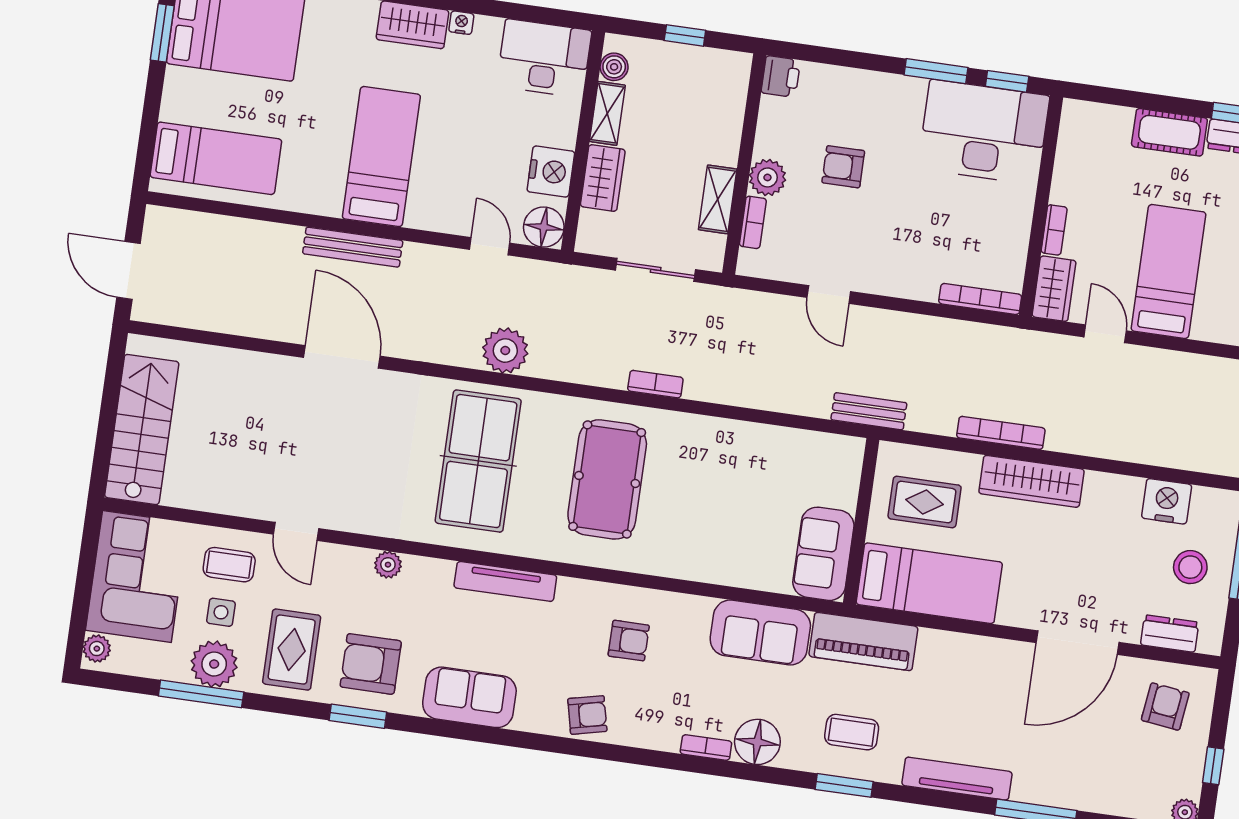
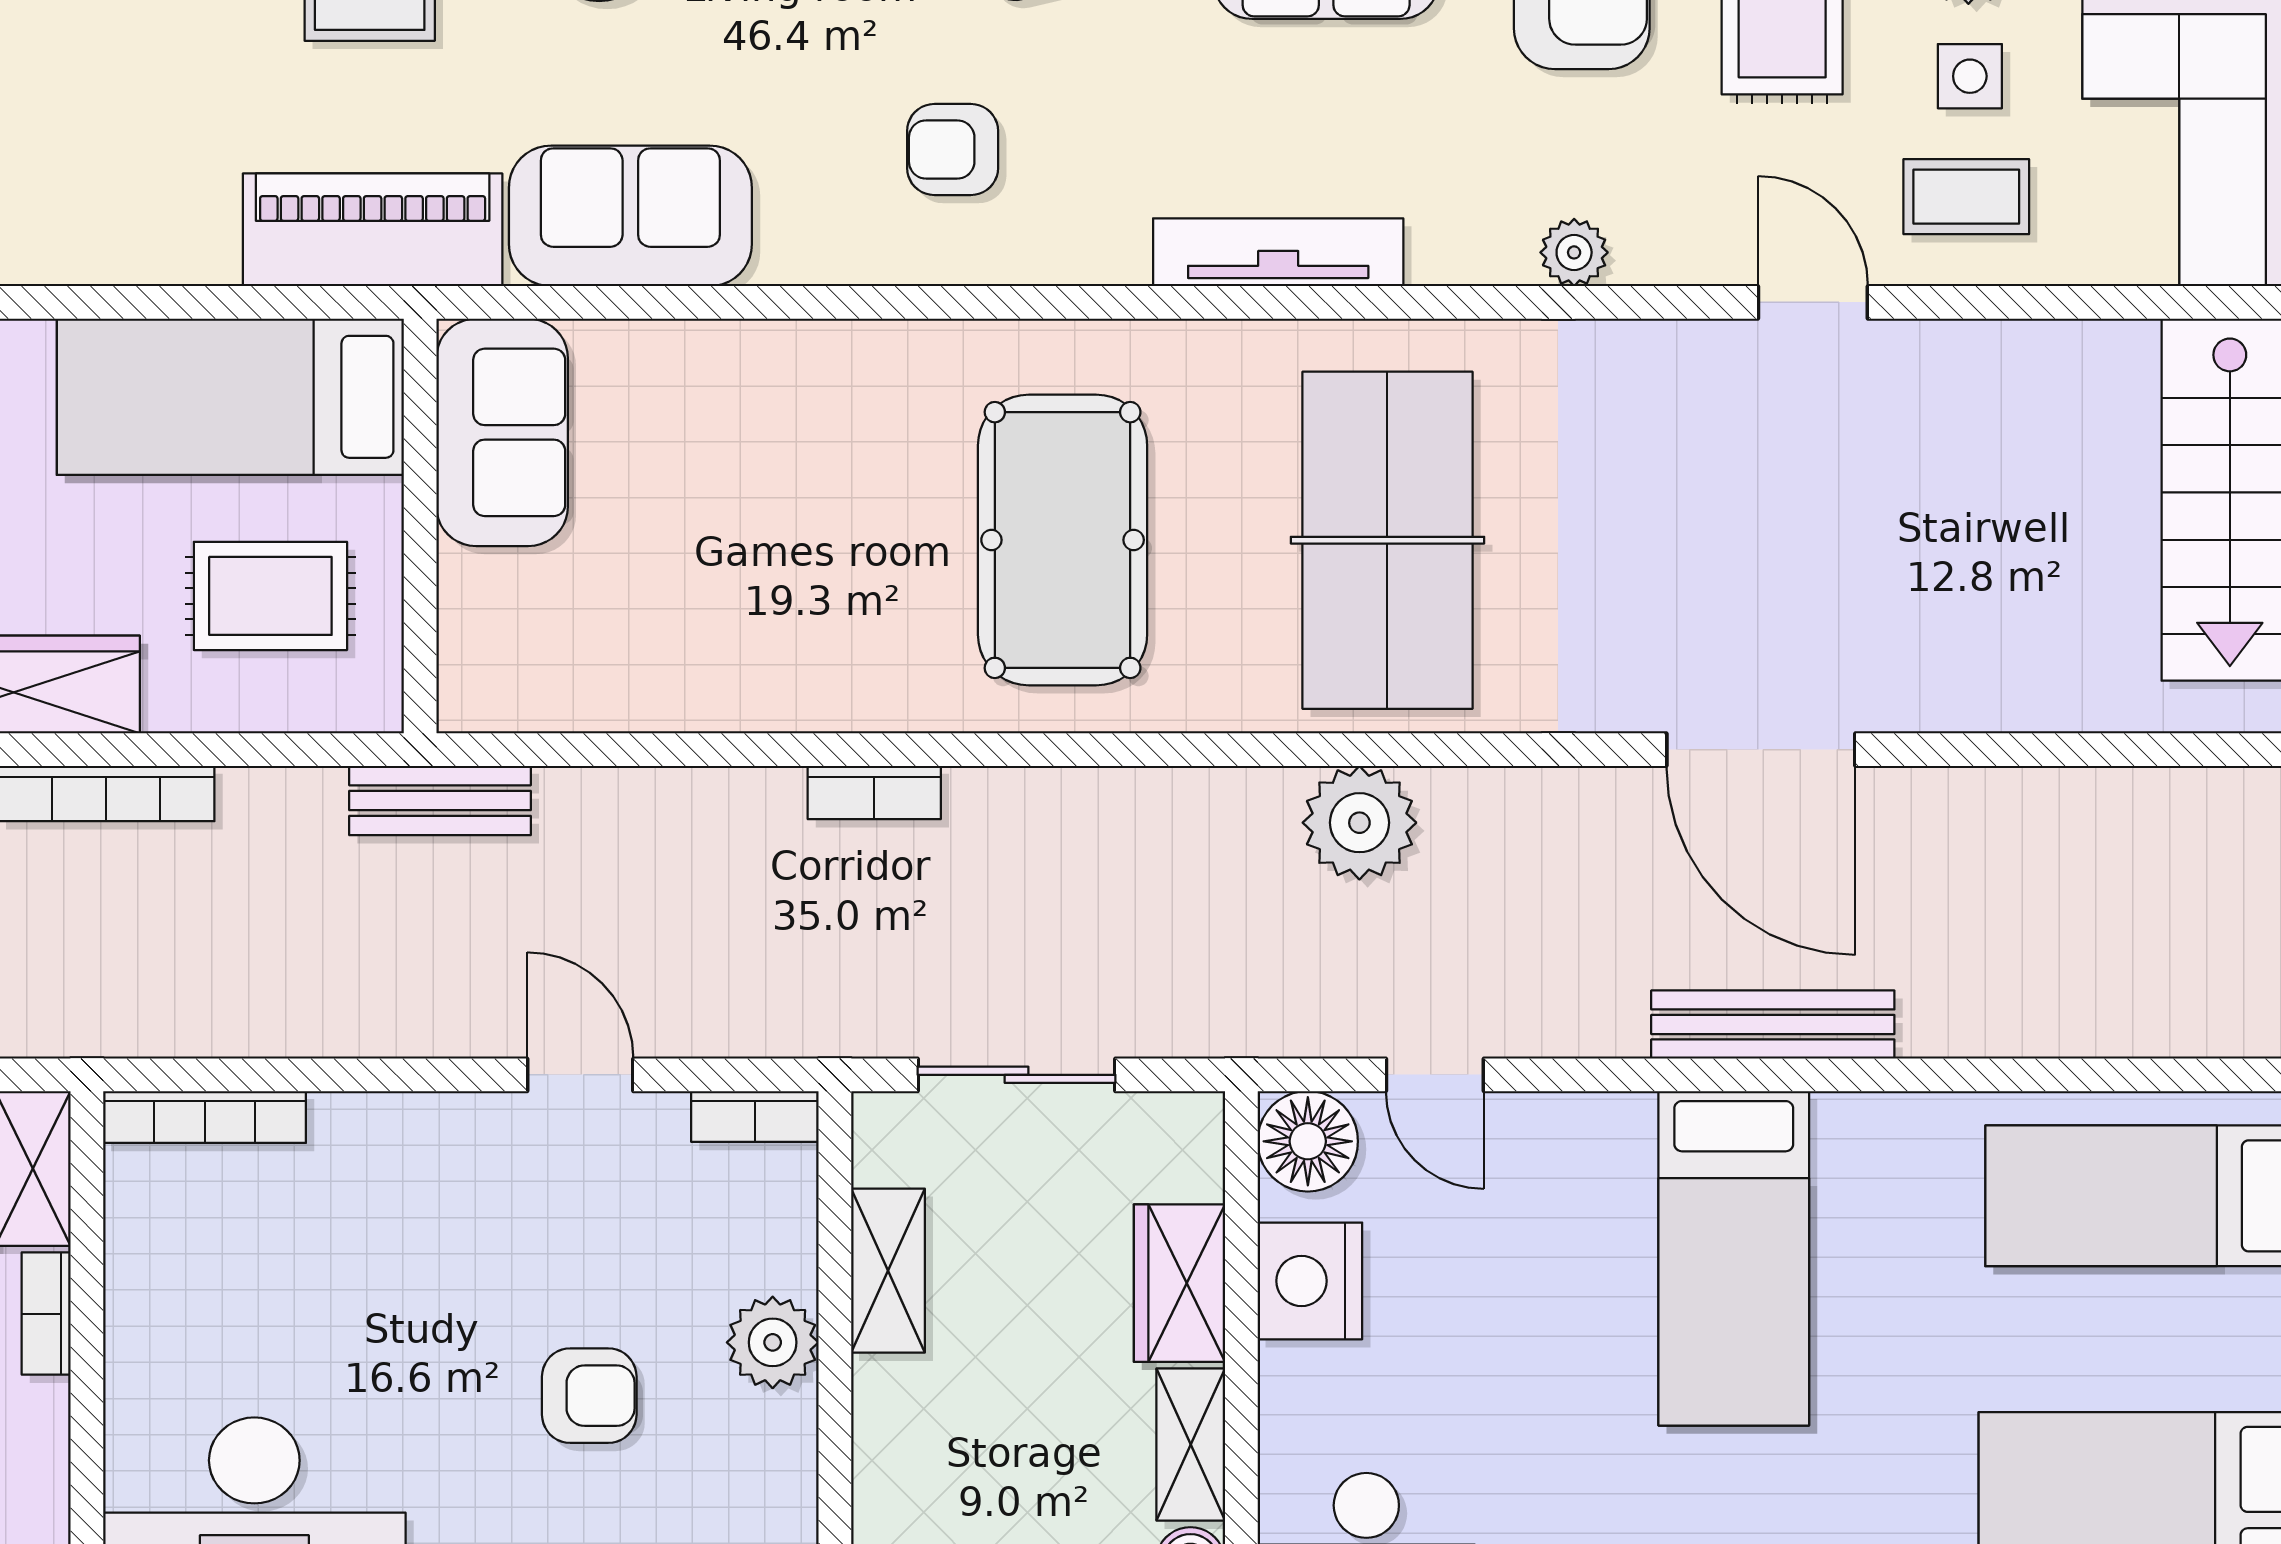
bookcase: (753, 222) -> (755, 1117), moved, turned -90
bookcase: (655, 384) -> (874, 792), moved

